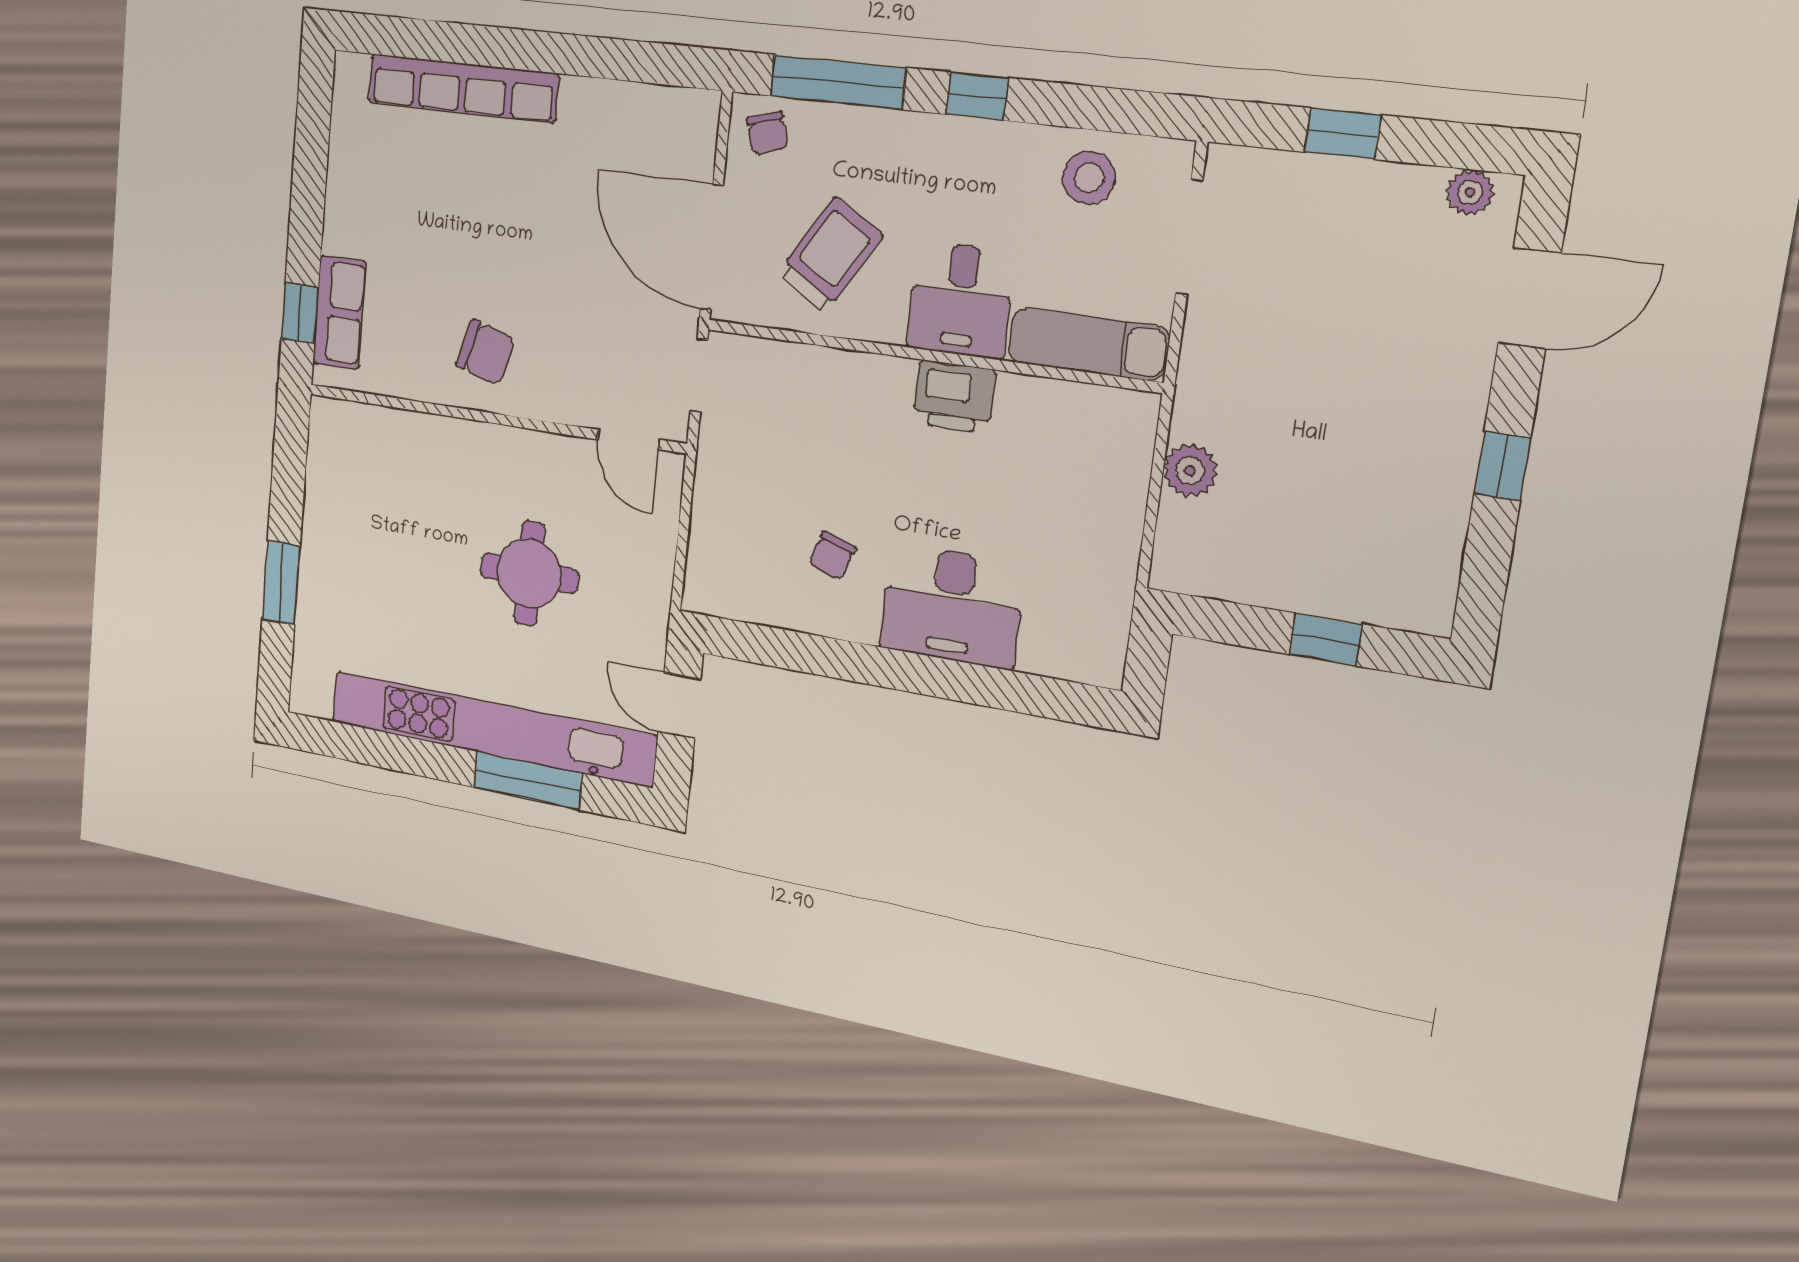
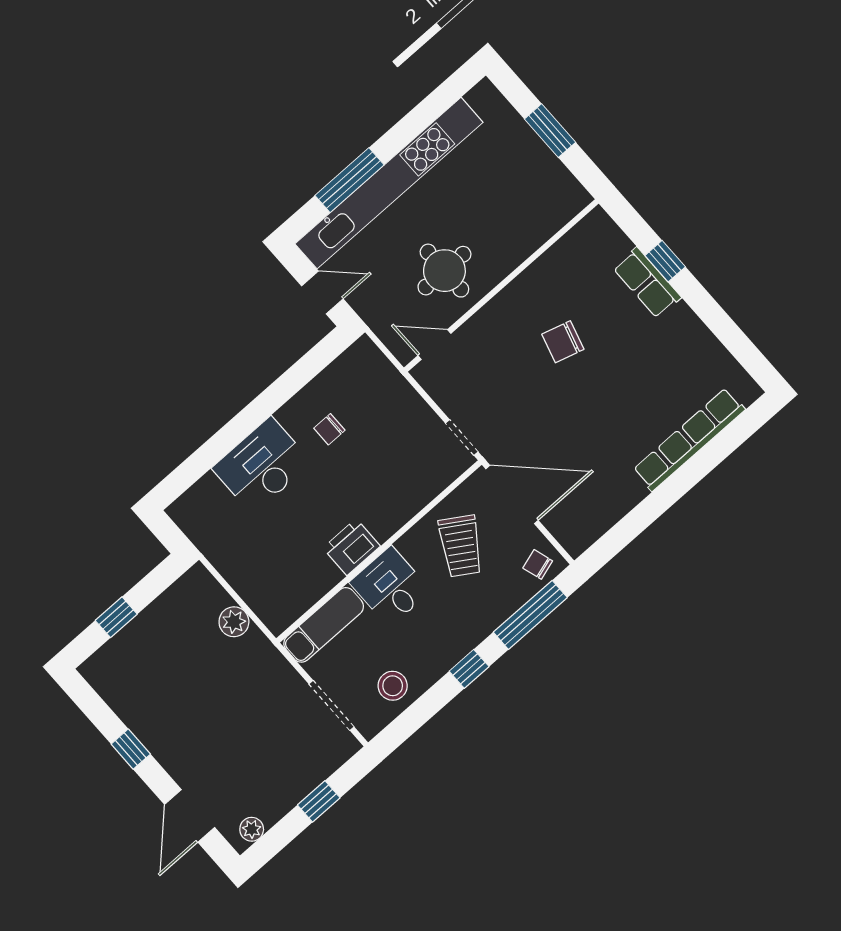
wall: (494, 418) -> (501, 285), moved
door: (628, 439) -> (434, 345), moved
chair: (832, 556) -> (329, 429), turned -108

